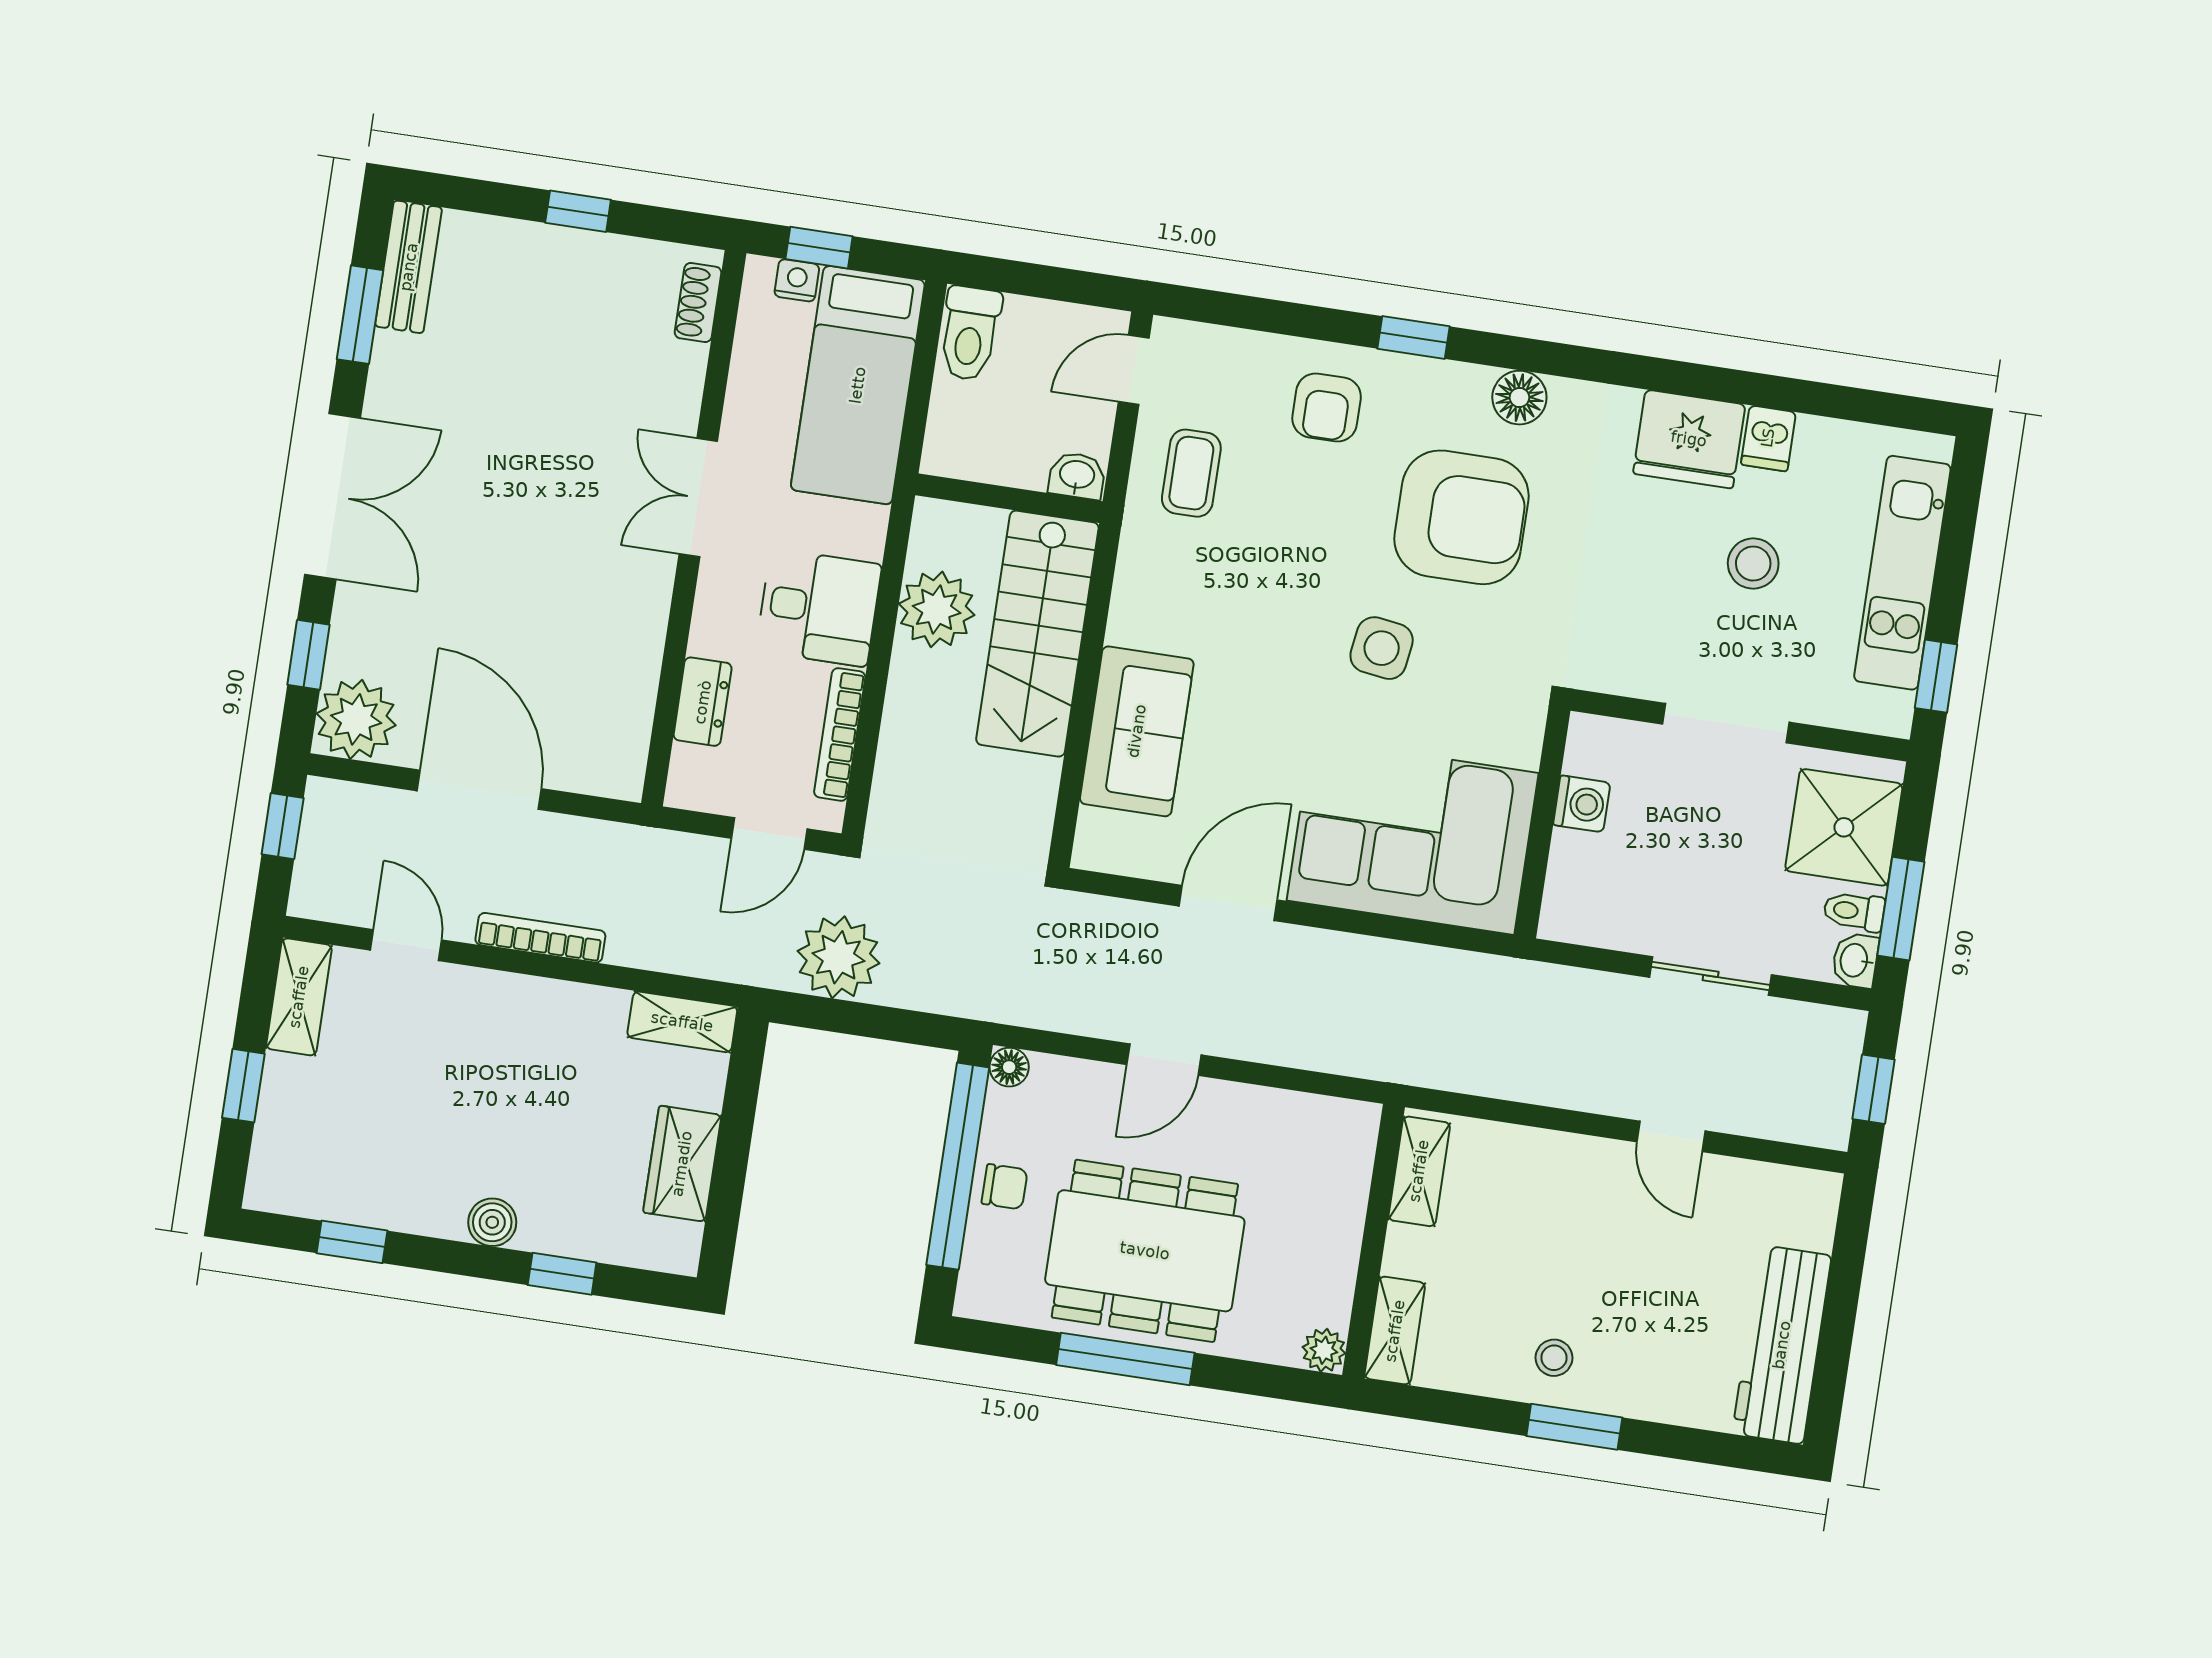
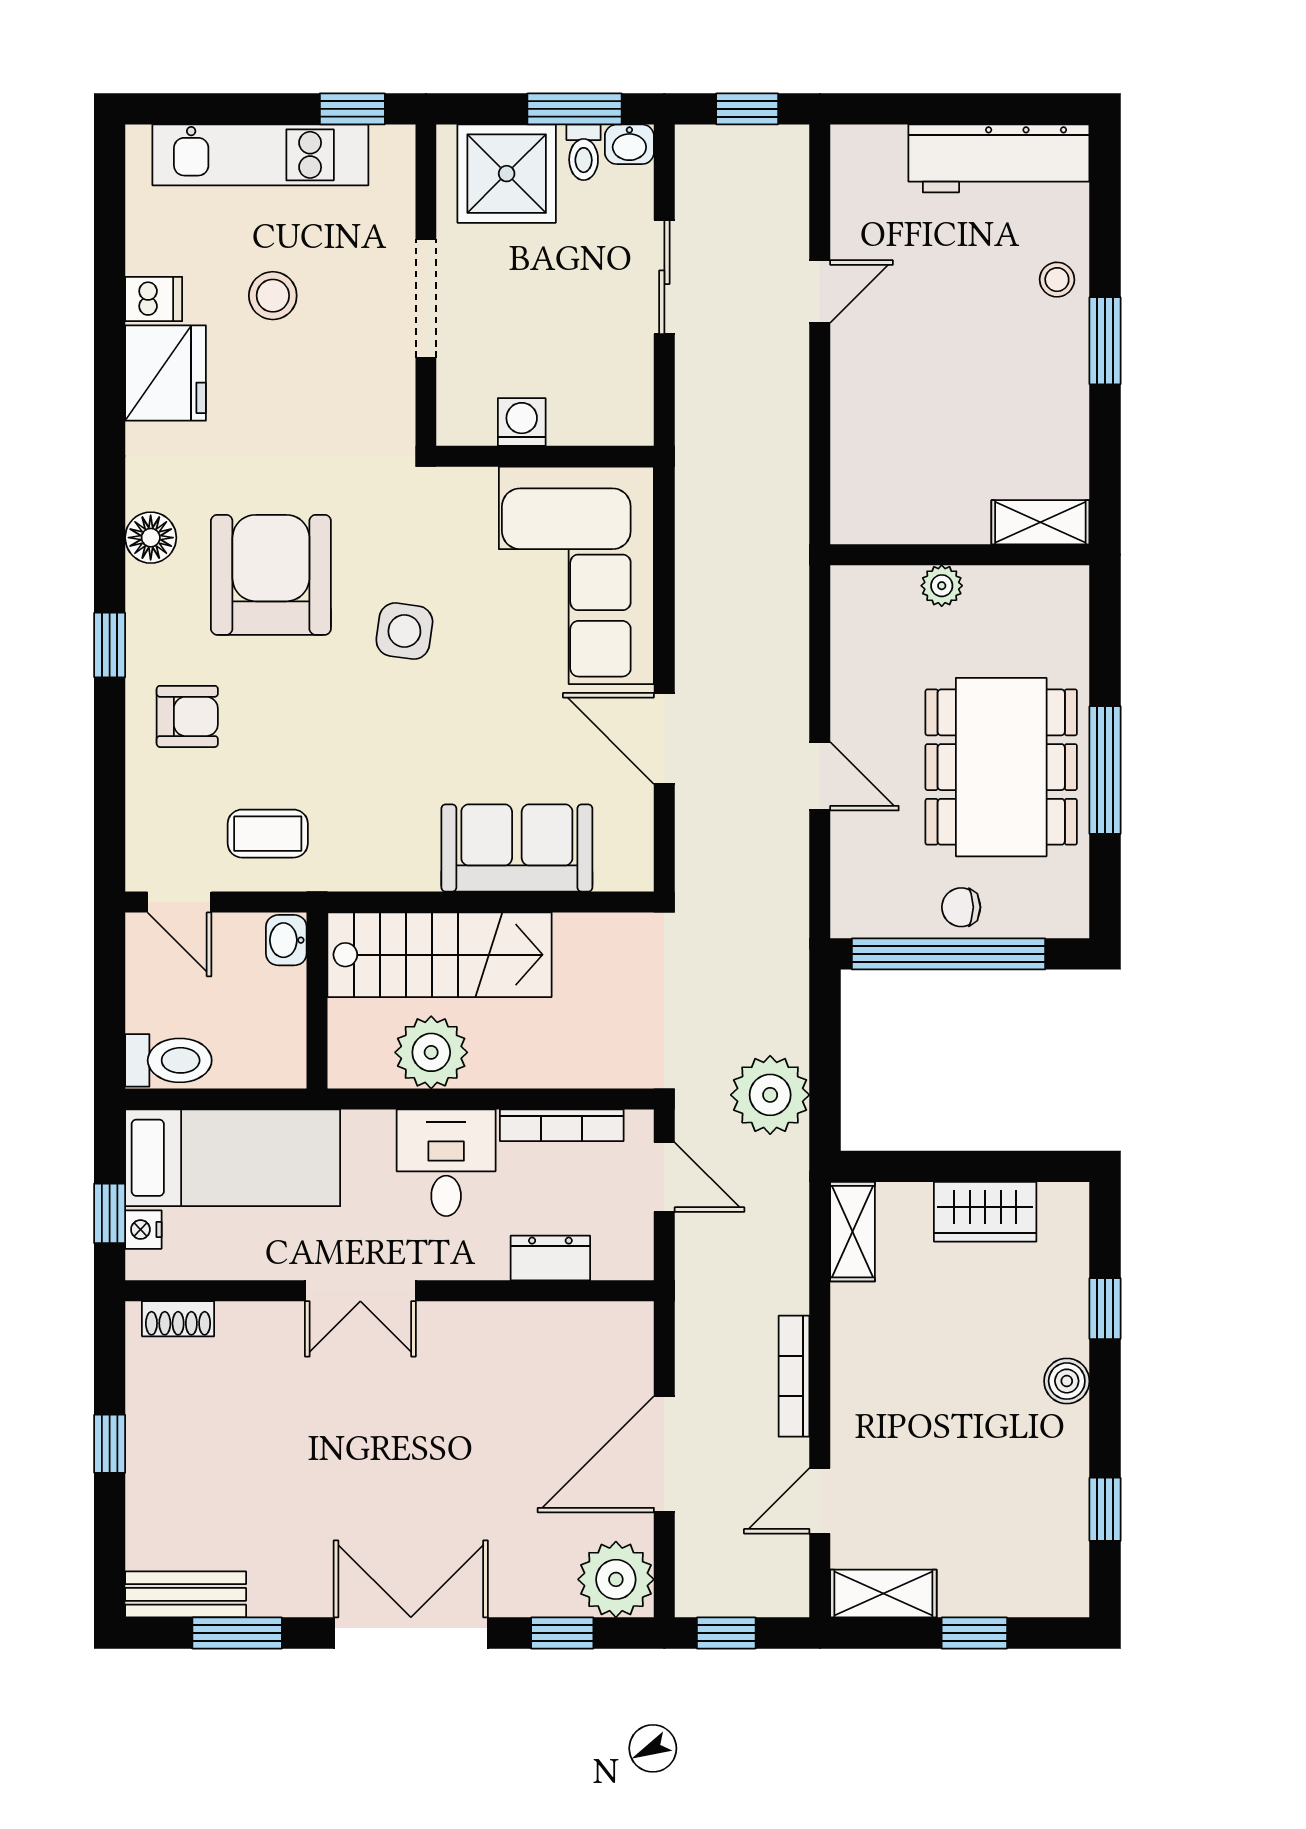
floor lamp: (1009, 1067) -> (849, 920), removed
shelving: (1419, 1171) -> (888, 522), removed
chair: (1005, 1187) -> (961, 907), turned -90
plant: (1324, 1350) -> (942, 586), moved
stool: (1554, 1358) -> (1057, 280), moved

